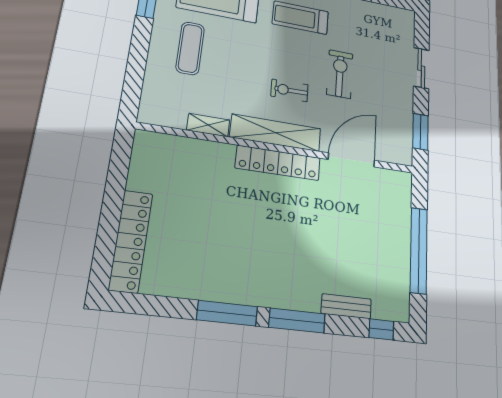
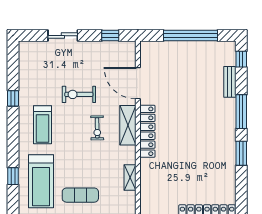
window: (420, 132) -> (110, 36), width x0.67
shelving: (276, 133) -> (128, 125), width x0.68
window: (227, 313) -> (241, 153), width x0.69

